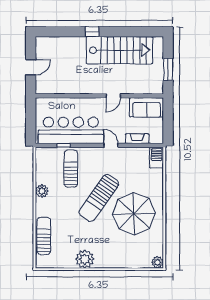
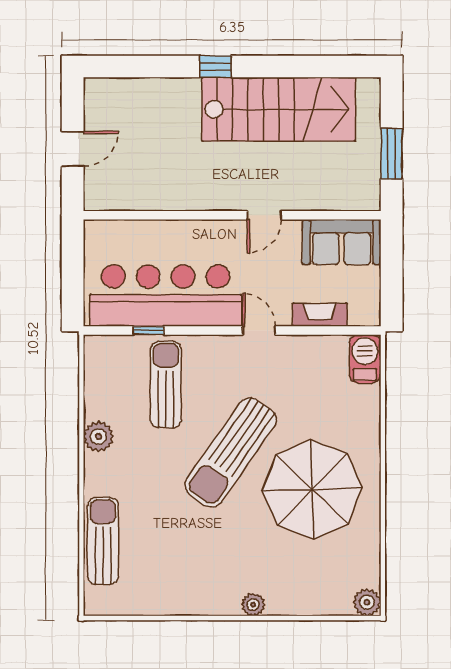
plant: (85, 259) -> (253, 605), moved, width x0.53, depth x0.53

